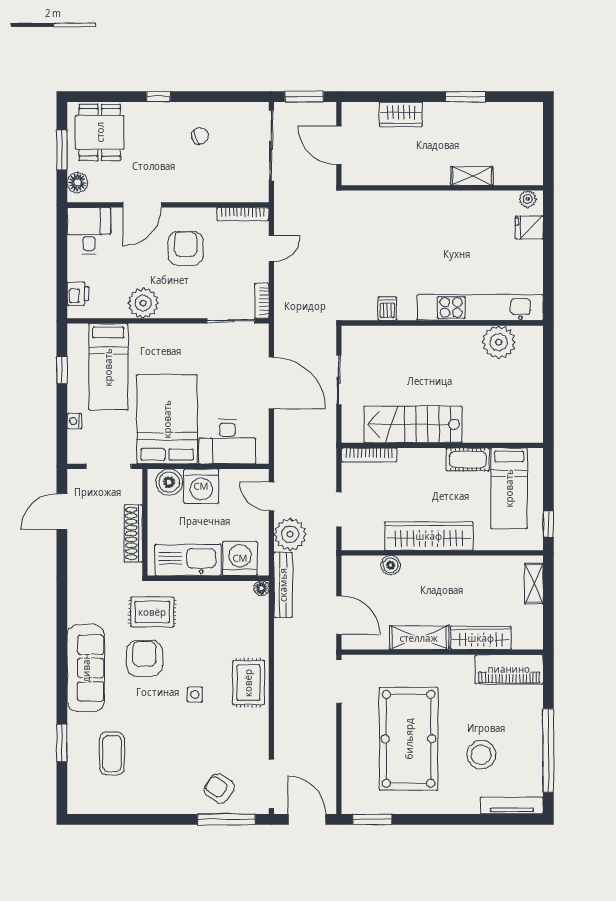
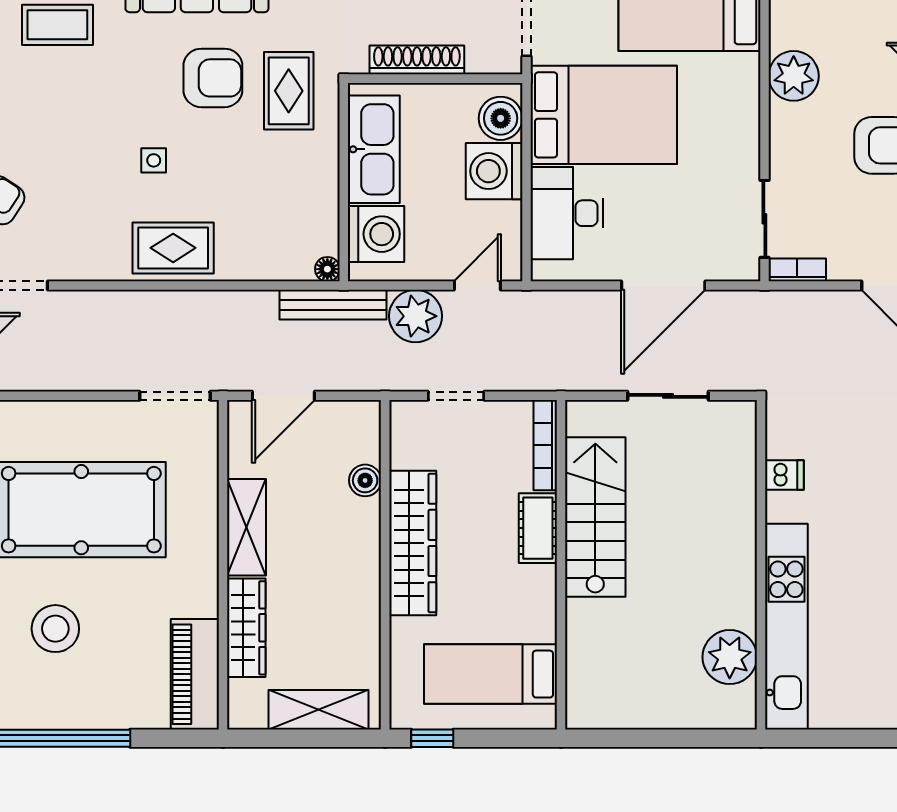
cot: (468, 459) -> (538, 528), moved
shelving: (534, 584) -> (318, 710), width x1.50, depth x1.33

